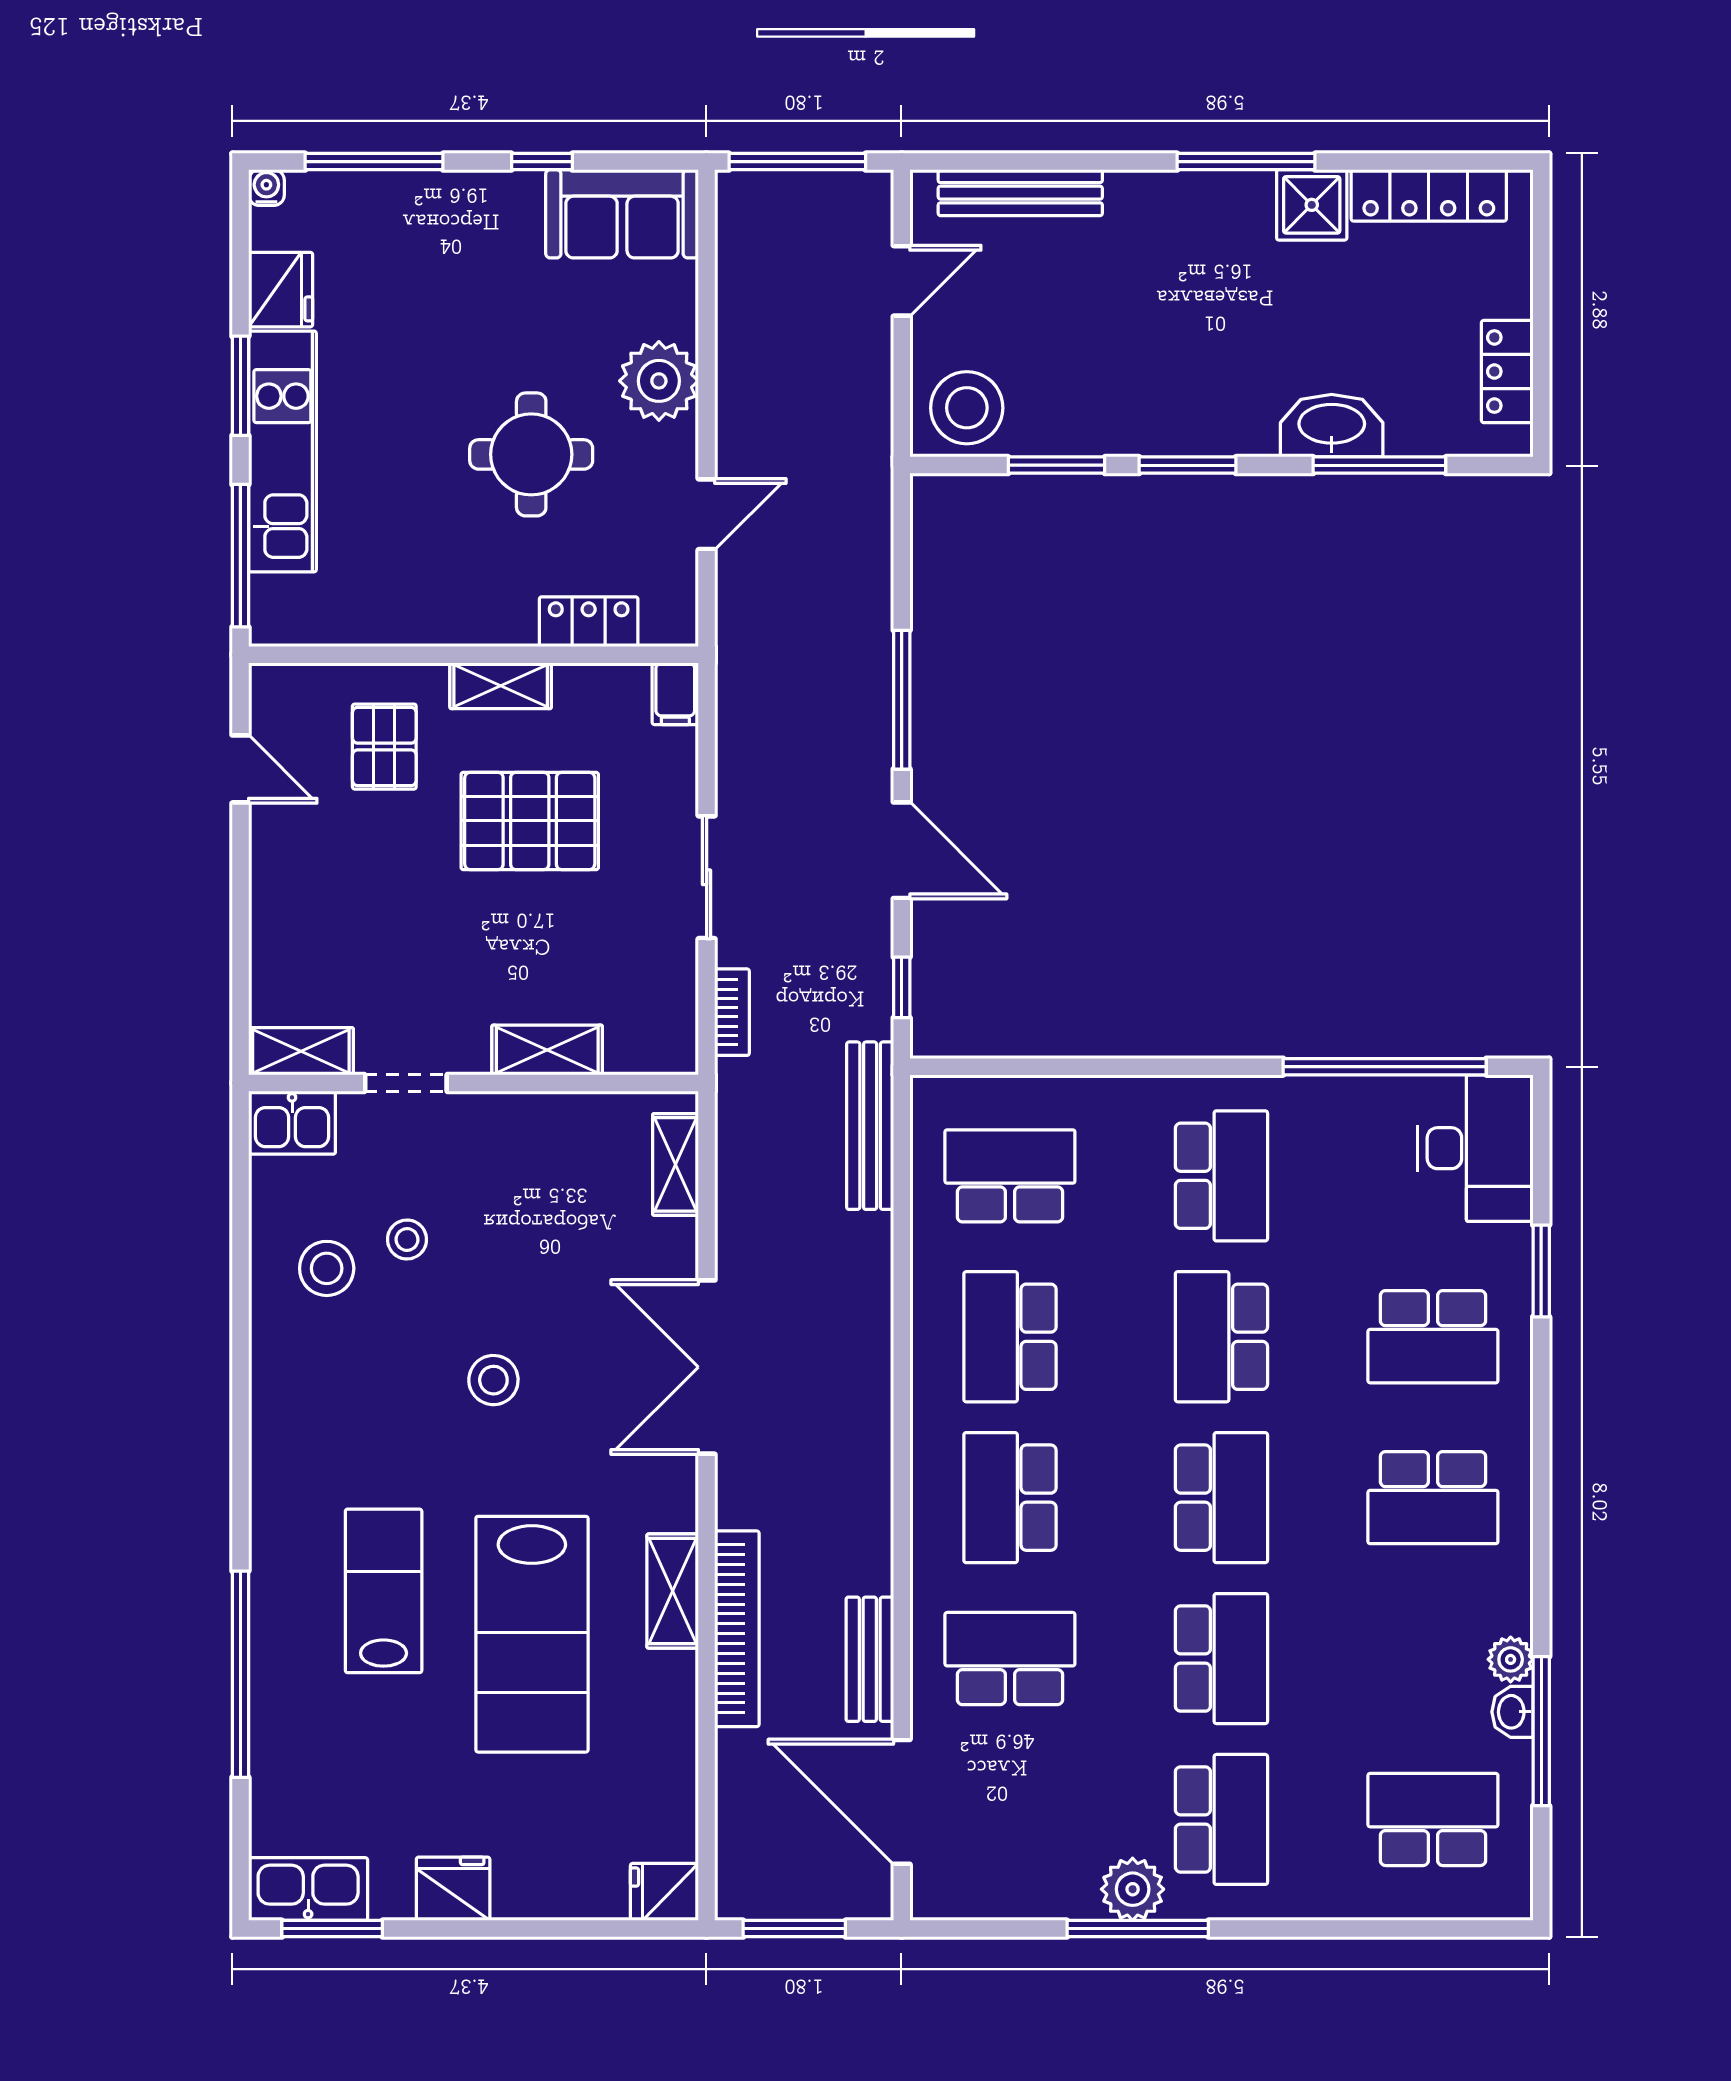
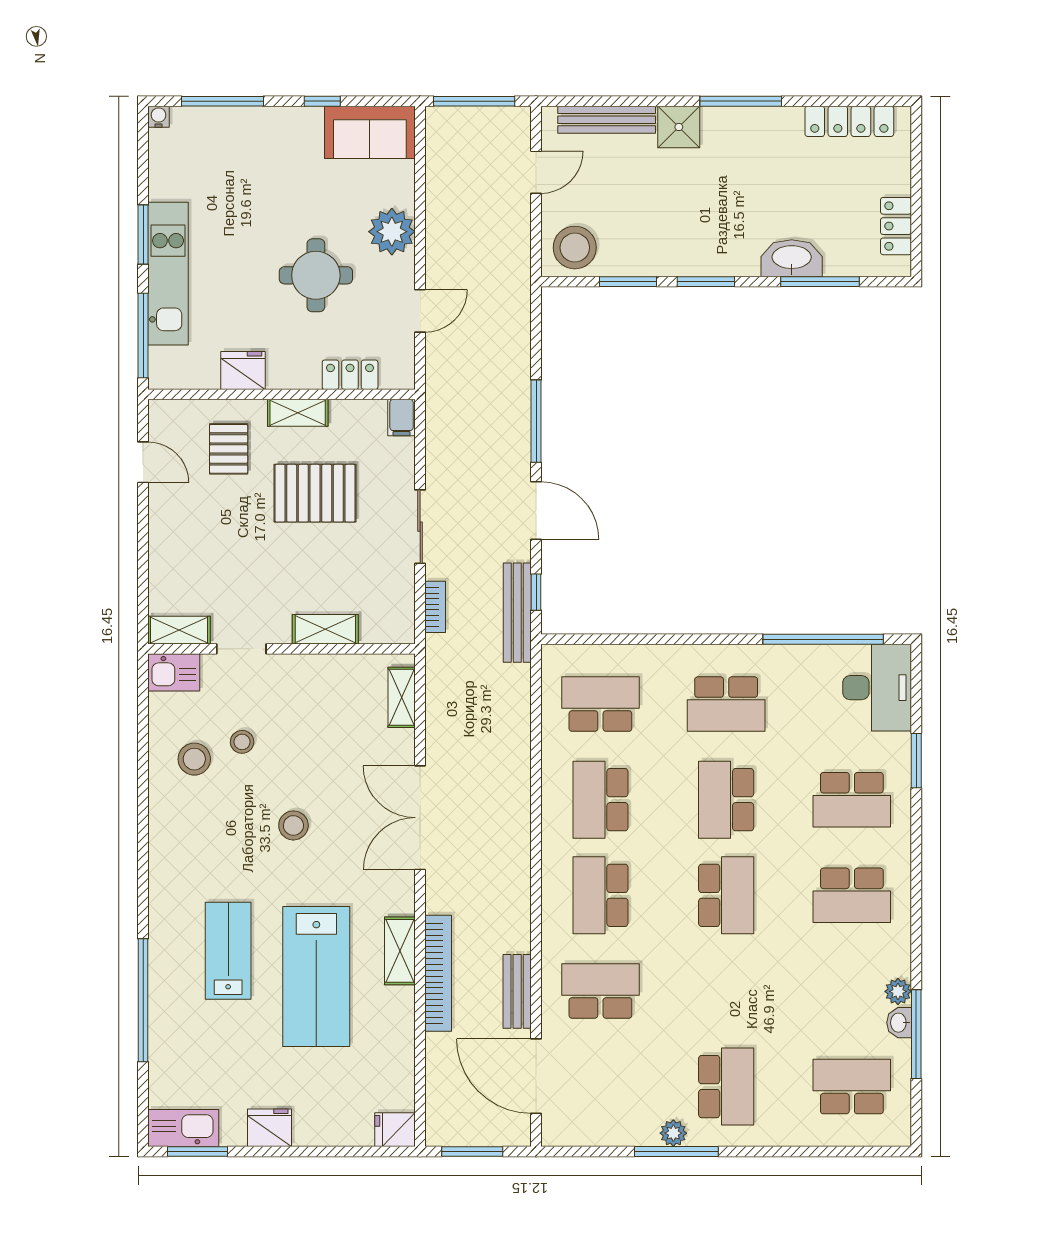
shower: (1312, 205) -> (679, 127), moved
fridge: (281, 290) -> (243, 370), moved, turned -90
bench: (870, 1126) -> (517, 613), moved
school desk: (1221, 1176) -> (726, 704), turned 90
school desk: (1221, 1659) -> (726, 991), removed
plant: (1133, 1889) -> (673, 1133), width x0.73, depth x0.73

